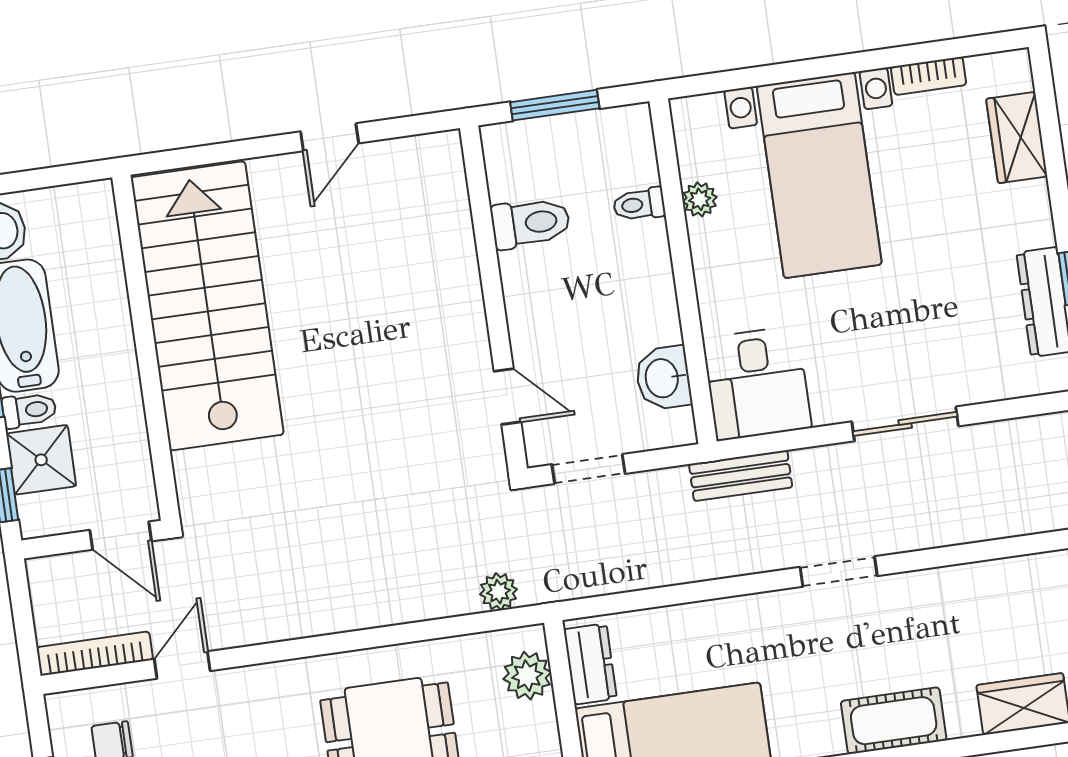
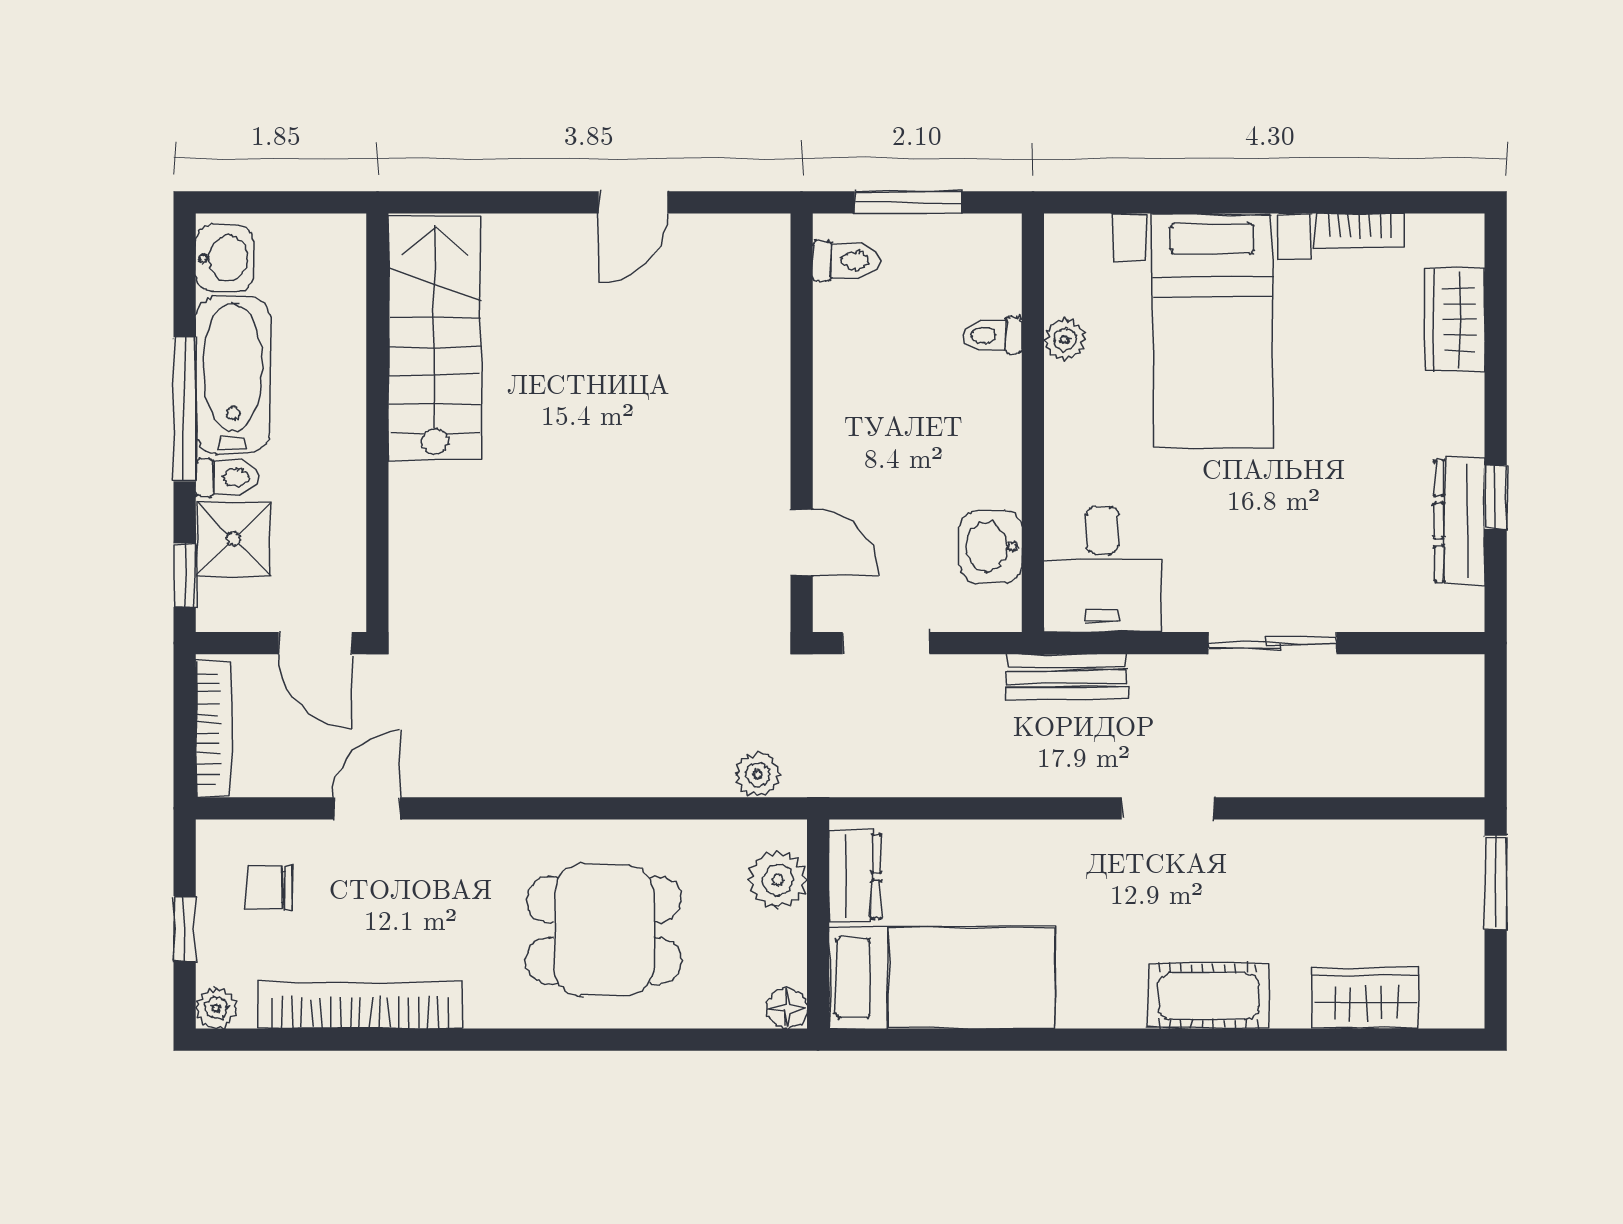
toilet: (531, 223) -> (846, 261), moved, width x0.73, depth x0.72
stairs: (207, 306) -> (435, 339), width x0.73, depth x0.66
bookcase: (95, 654) -> (213, 729), moved, turned 90

